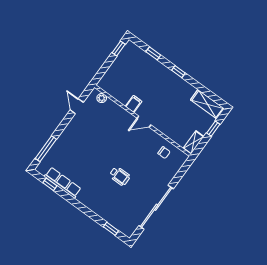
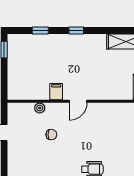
plant: (102, 98) -> (40, 108), moved
chair: (164, 153) -> (51, 135), moved

